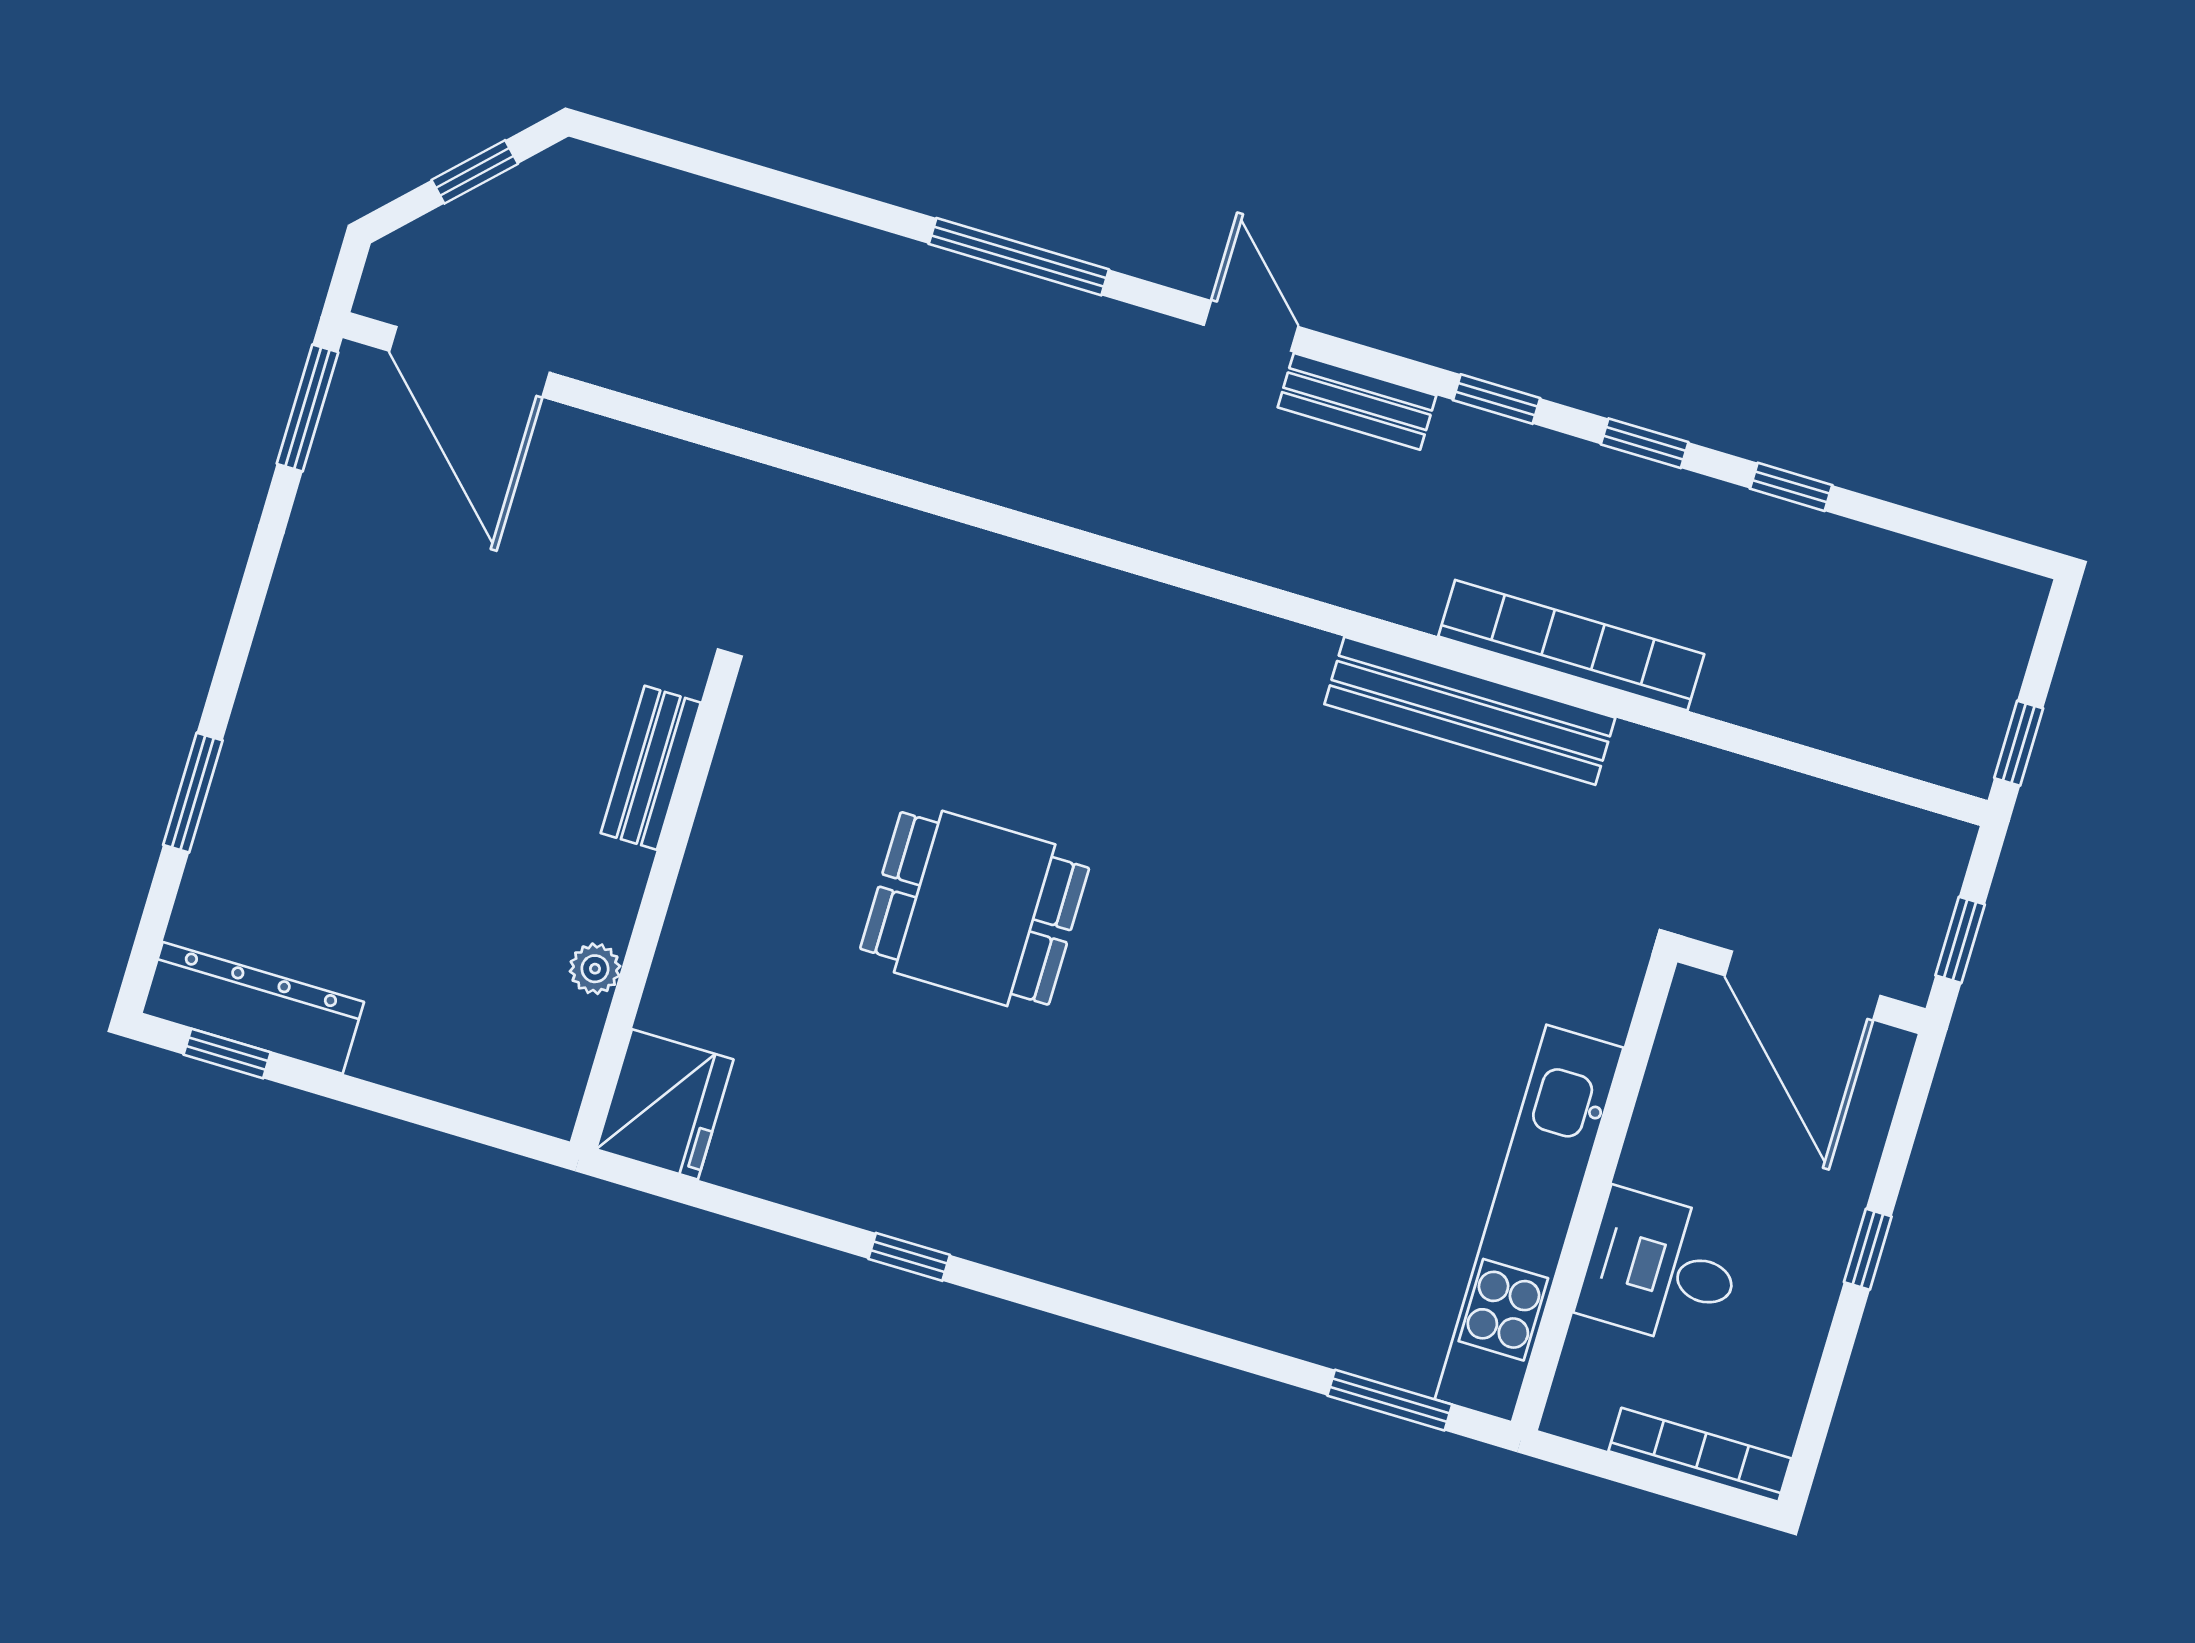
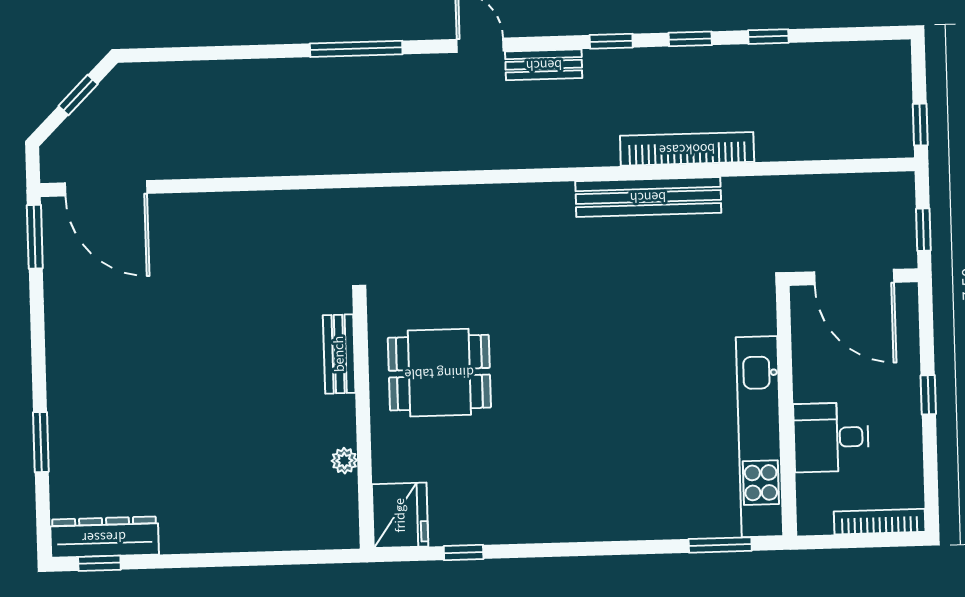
bench: (651, 768) -> (339, 354), moved
wall: (653, 912) -> (363, 424), moved
plant: (595, 969) -> (344, 461), moved
fridge: (665, 1104) -> (400, 515), moved

